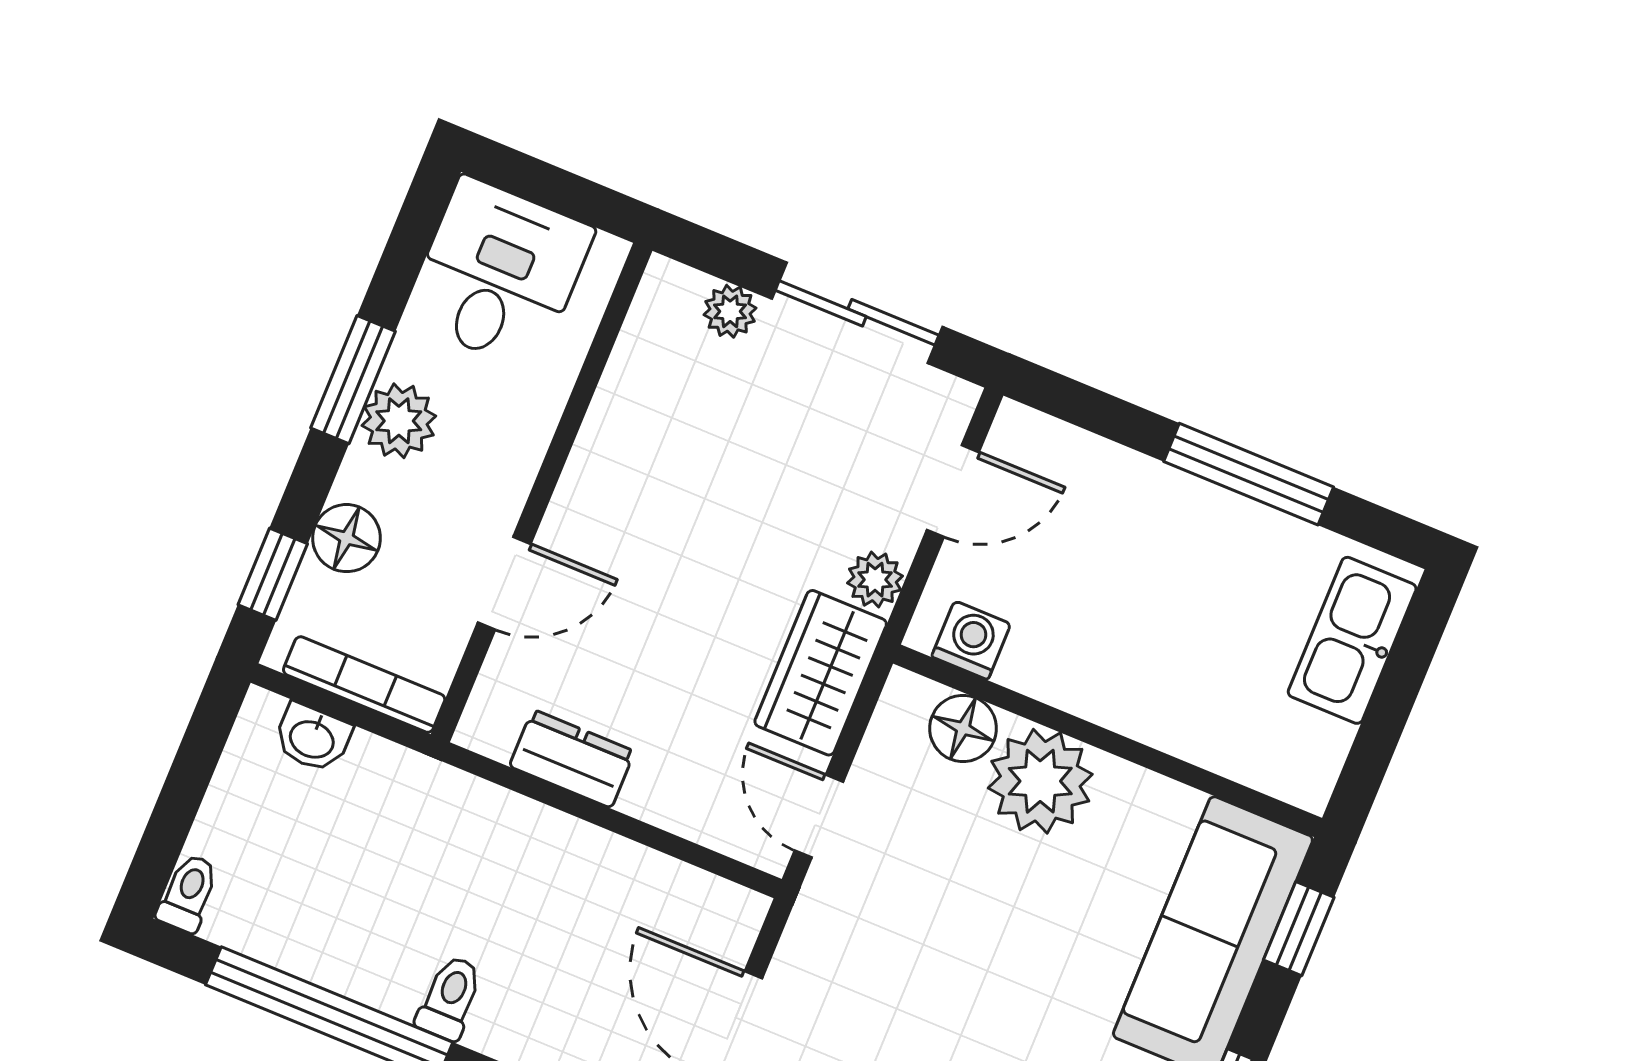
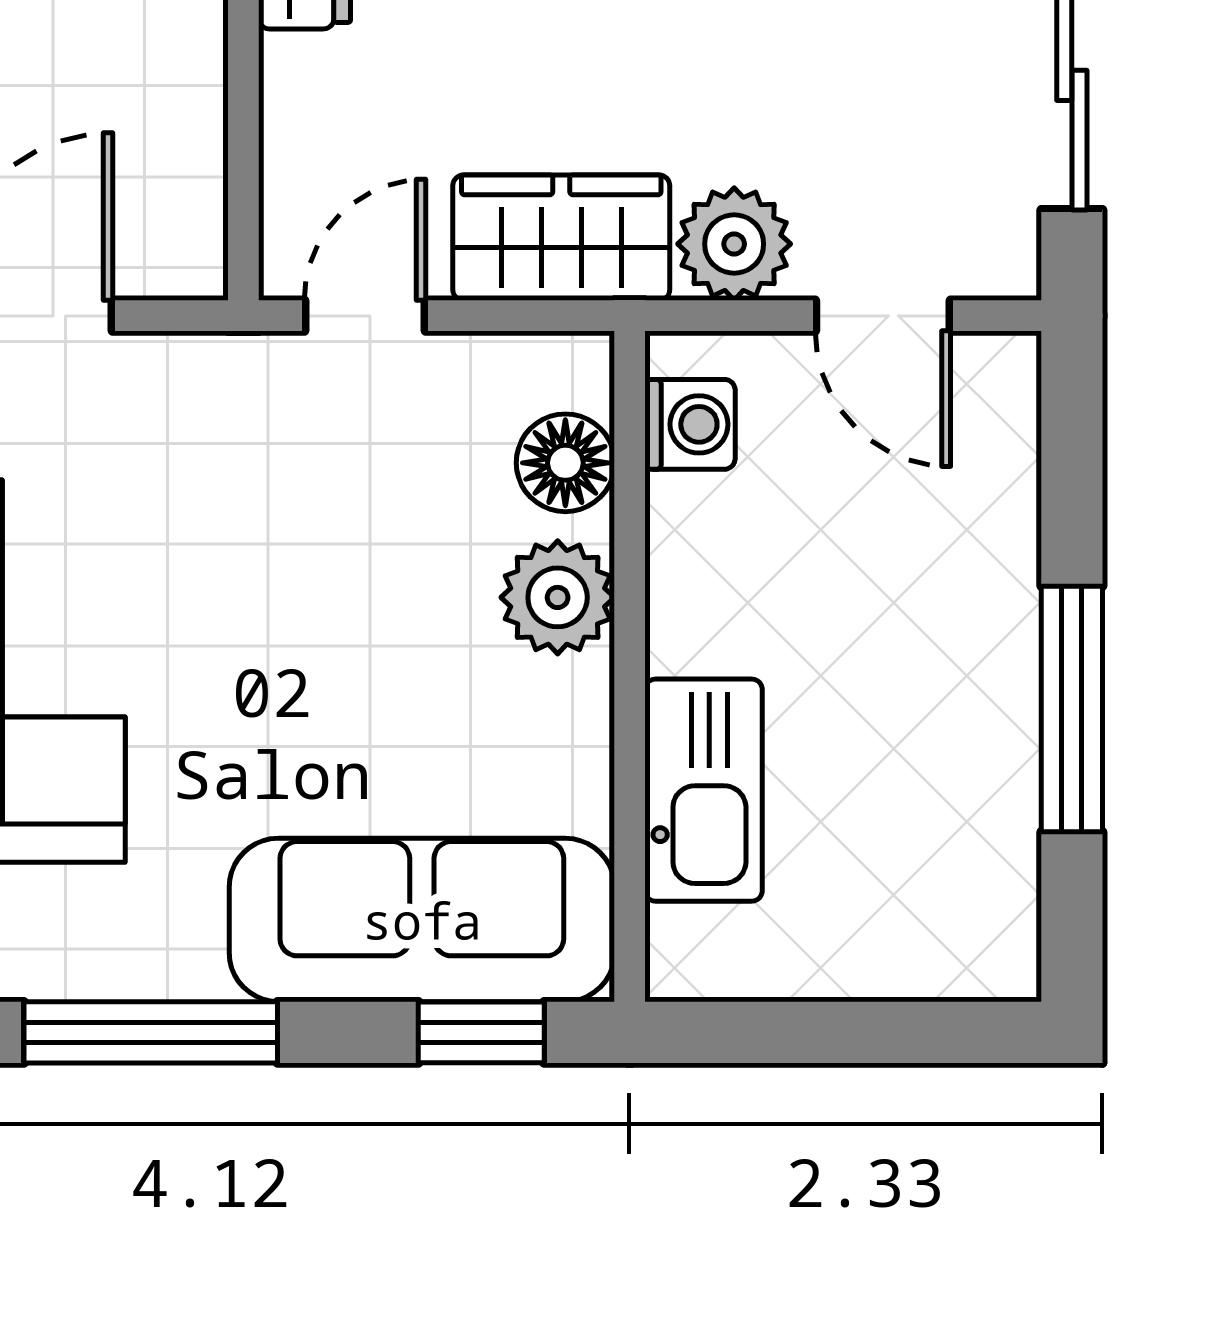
plant: (875, 580) -> (734, 244), width x1.38, depth x1.38
kitchen sink: (1352, 640) -> (704, 790), moved, turned 90
plant: (1040, 781) -> (558, 597), width x0.73, depth x0.73

